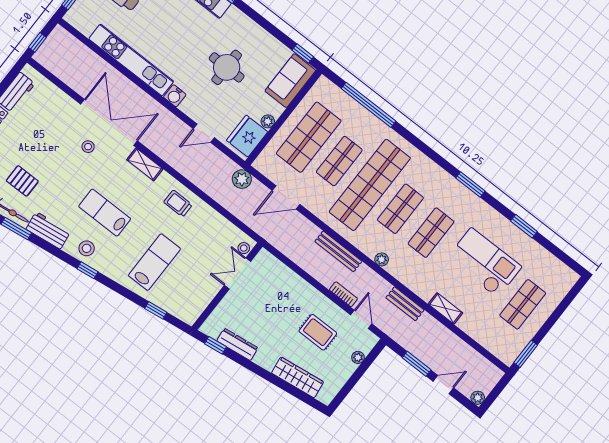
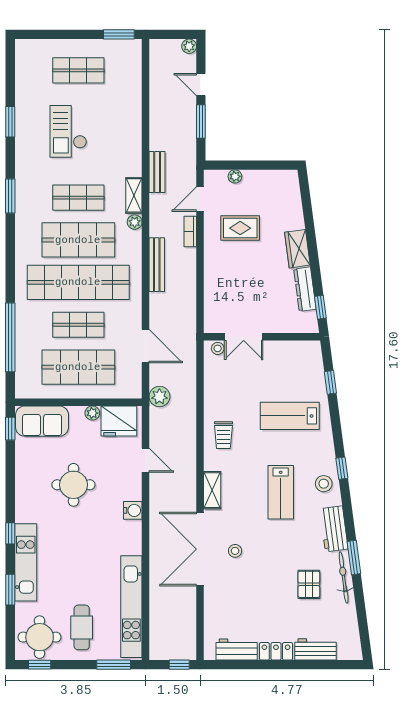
kitchen unit: (131, 60) -> (131, 607), moved
shop shelf: (400, 209) -> (78, 240), width x1.43, depth x1.36
checkout: (484, 263) -> (68, 131), width x0.73, depth x0.83
shelving: (445, 308) -> (134, 195), moved
rug: (318, 332) -> (240, 228), turned 90
wardrobe: (298, 377) -> (297, 249), moved, width x0.67

